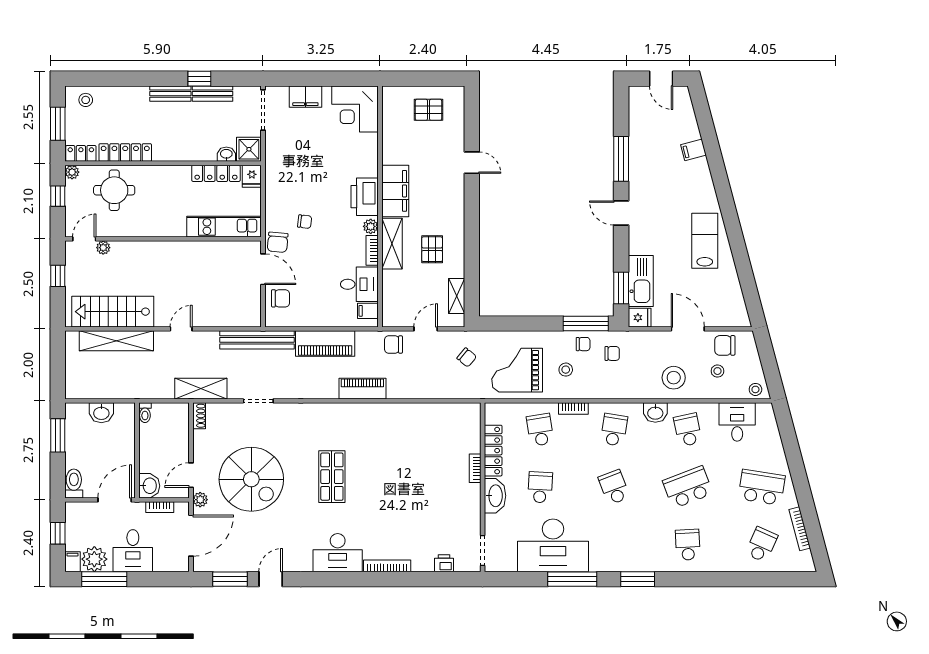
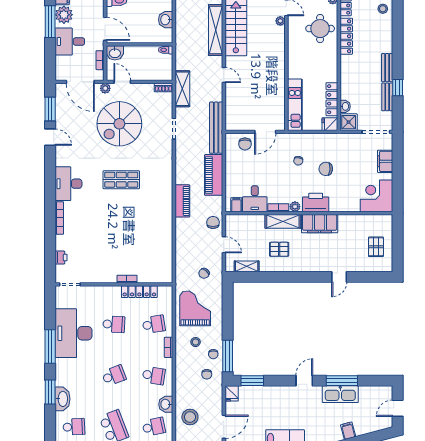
chair: (278, 242) -> (326, 169), moved
kitchen sink: (641, 281) -> (340, 394), moved
washbasin: (495, 496) -> (62, 399), moved, turned -90

